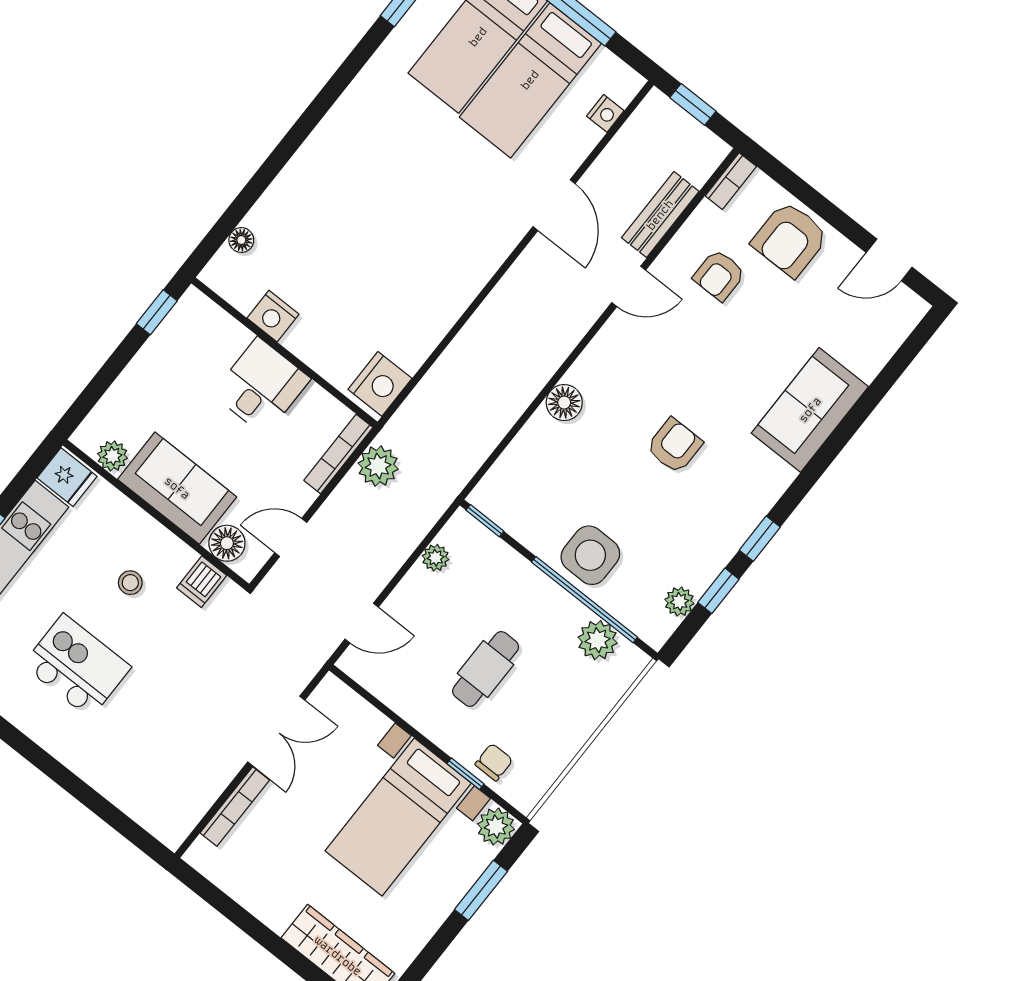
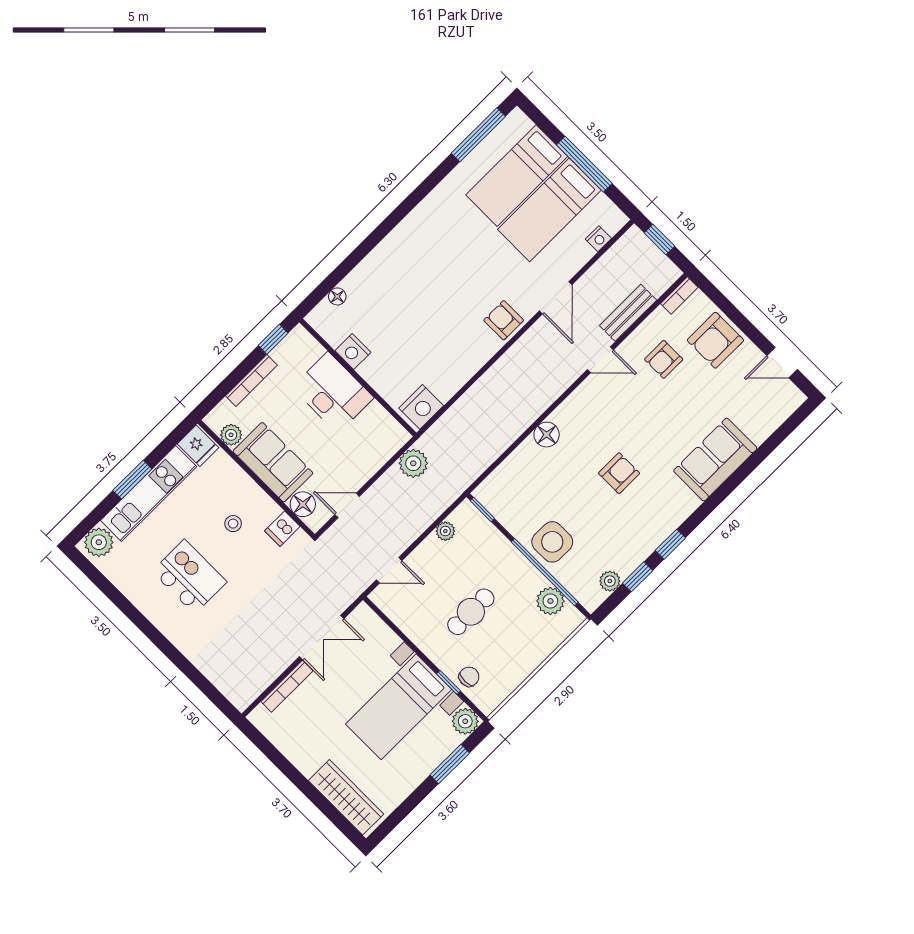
armchair: (483, 246) -> (504, 320), added
desk: (261, 386) -> (333, 393), width x1.37
bookcase: (338, 454) -> (251, 380), moved, turned 180

